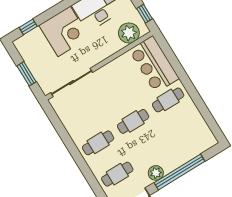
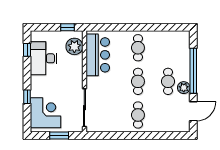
window: (28, 27) -> (27, 97), moved
corner desk: (64, 31) -> (46, 113), moved
bar counter: (154, 64) -> (98, 55), moved, turned -90
cafe table: (117, 174) -> (168, 81), moved

